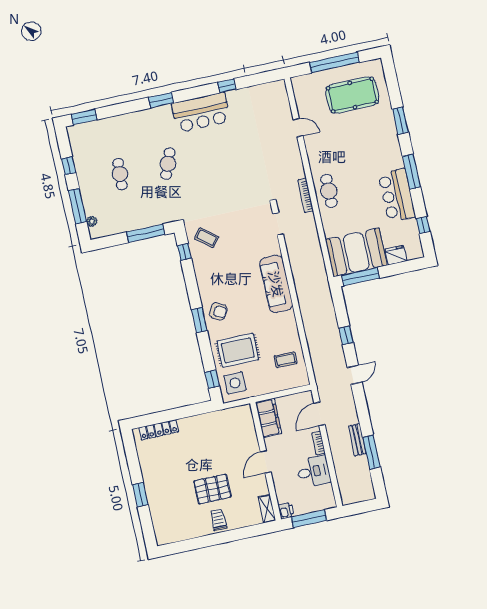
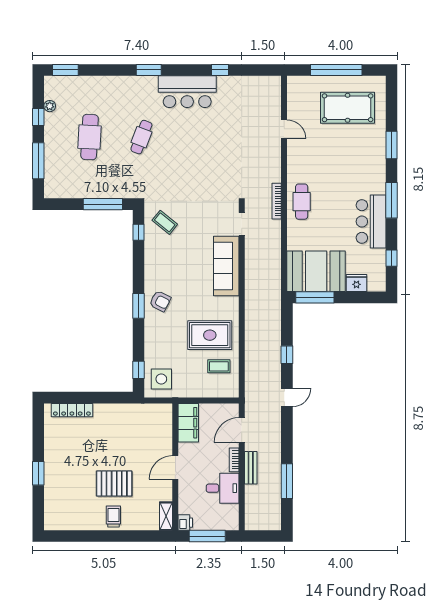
cafe table: (120, 174) -> (90, 137), width x1.37, depth x1.35
plant: (92, 221) -> (50, 106), moved
sofa: (276, 284) -> (226, 266), moved
rug: (238, 350) -> (210, 335), moved
bench: (357, 440) -> (251, 468), moved

